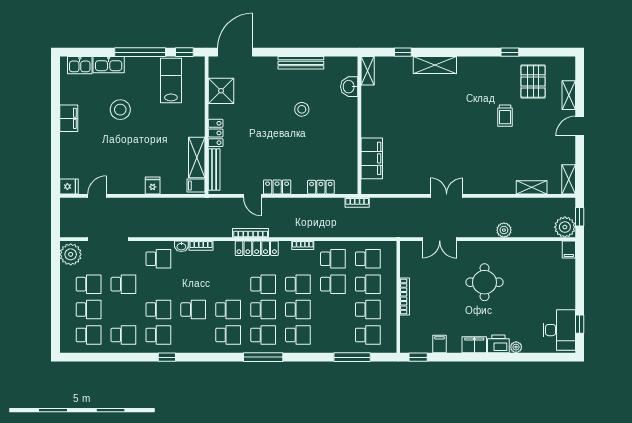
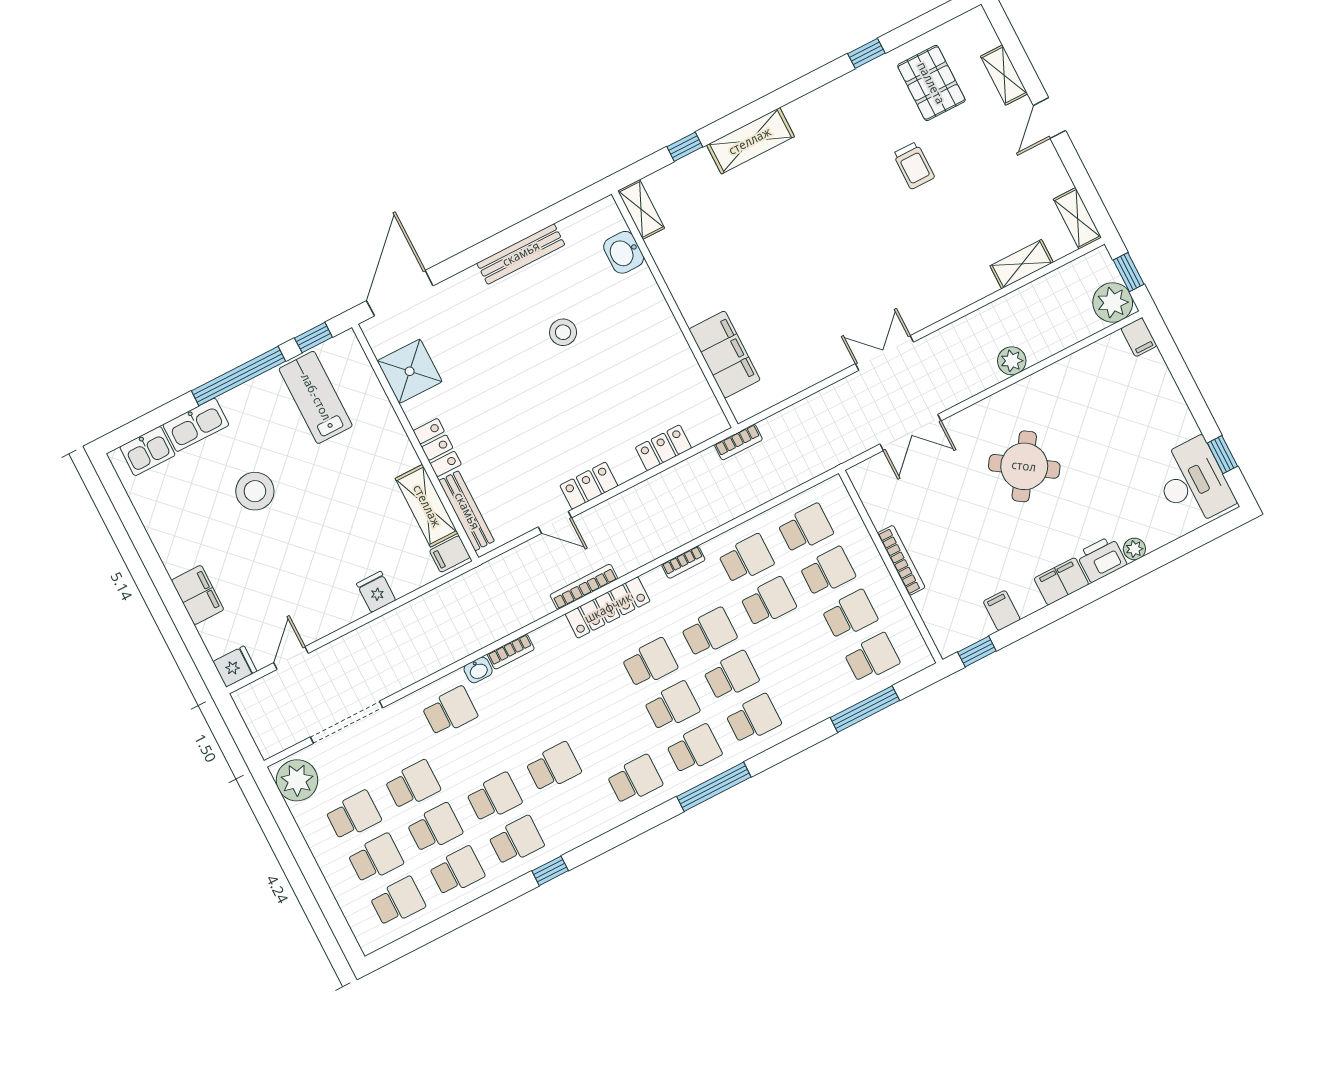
filing cabinet: (69, 118) -> (198, 595), moved
round table: (484, 282) -> (1024, 466), turned 34
school desk: (228, 310) -> (435, 828), moved

